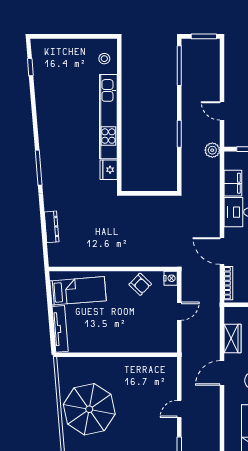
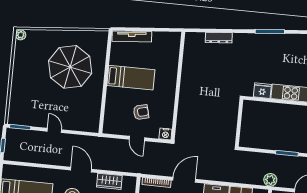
armchair: (140, 284) -> (141, 112), moved, turned -148
bed: (78, 291) -> (131, 78), moved, turned -85
parasol: (89, 409) -> (70, 67), moved

